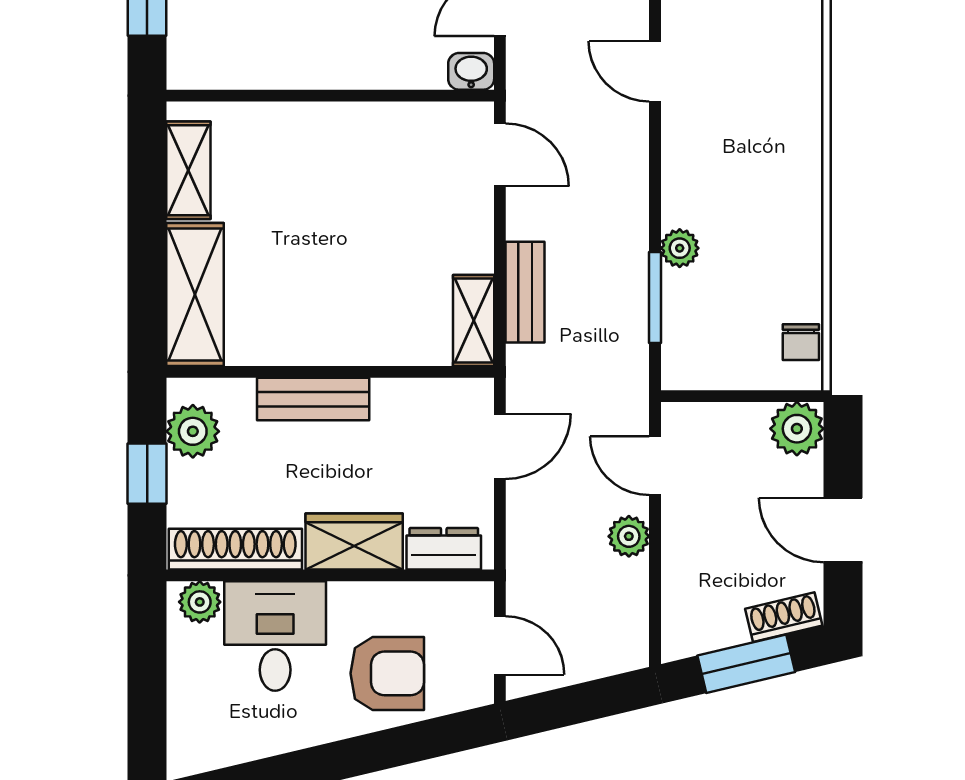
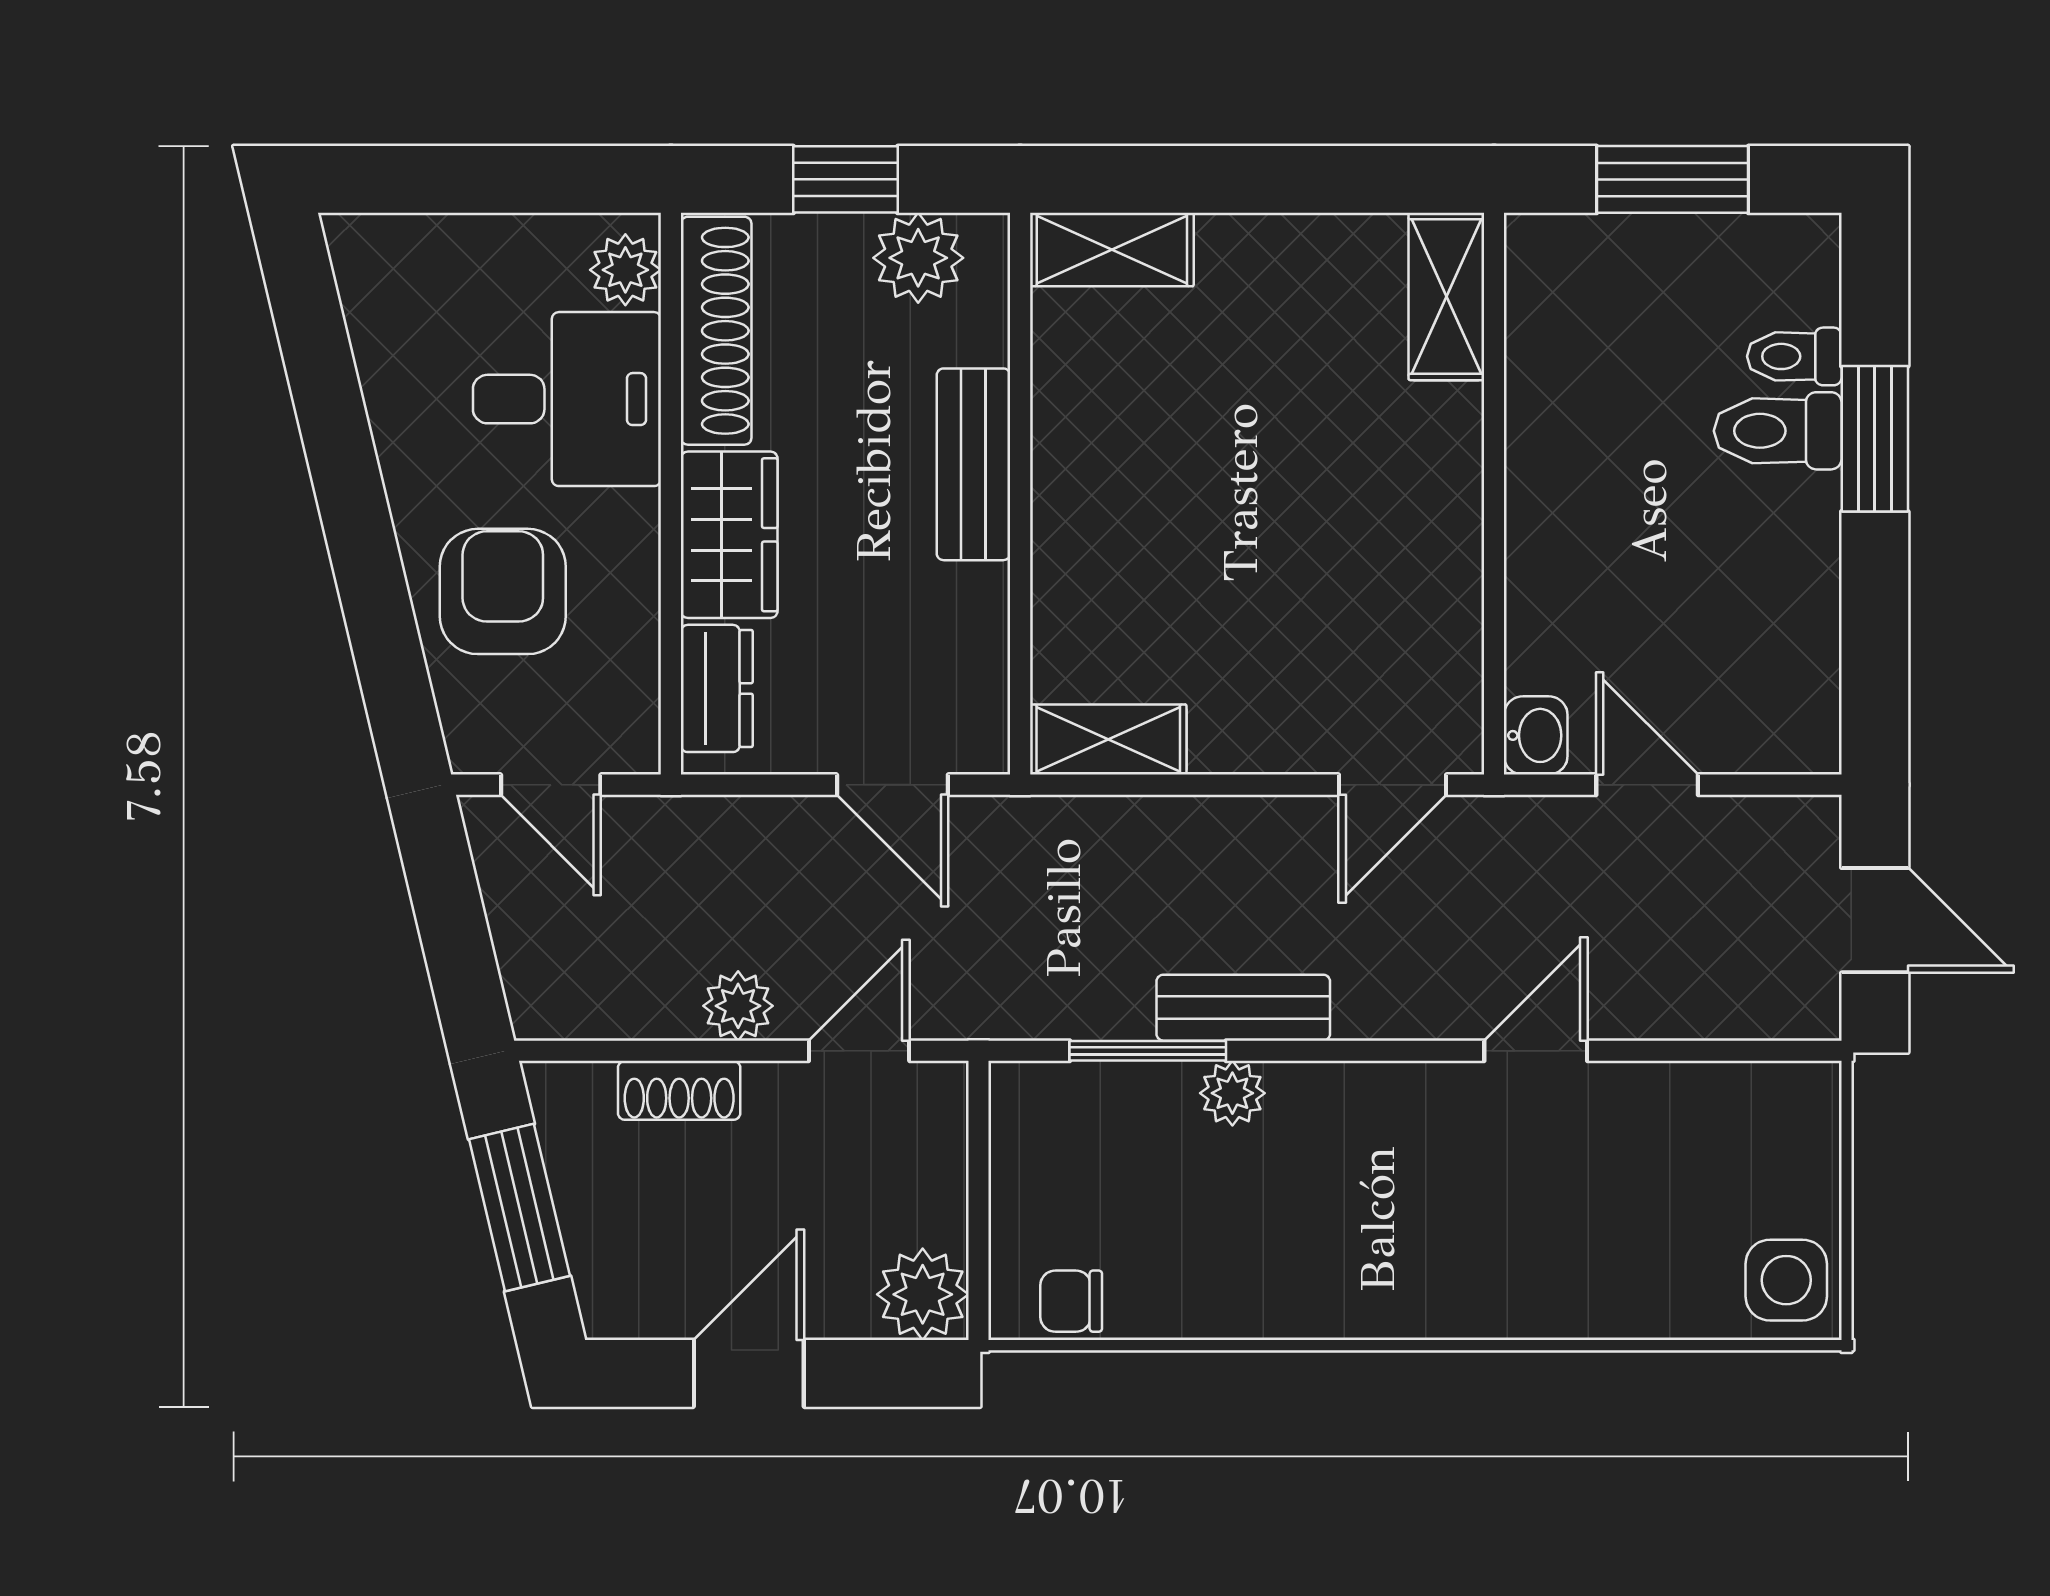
shelving: (188, 170) -> (1446, 297), moved, turned 90
bench: (525, 292) -> (1243, 1008), moved
shelving: (195, 295) -> (1112, 250), width x0.67, depth x0.75
shoe rack: (784, 617) -> (679, 1090), moved, turned 103
door: (500, 645) -> (551, 785), hinge flipped
armchair: (387, 673) -> (503, 591), turned 180

